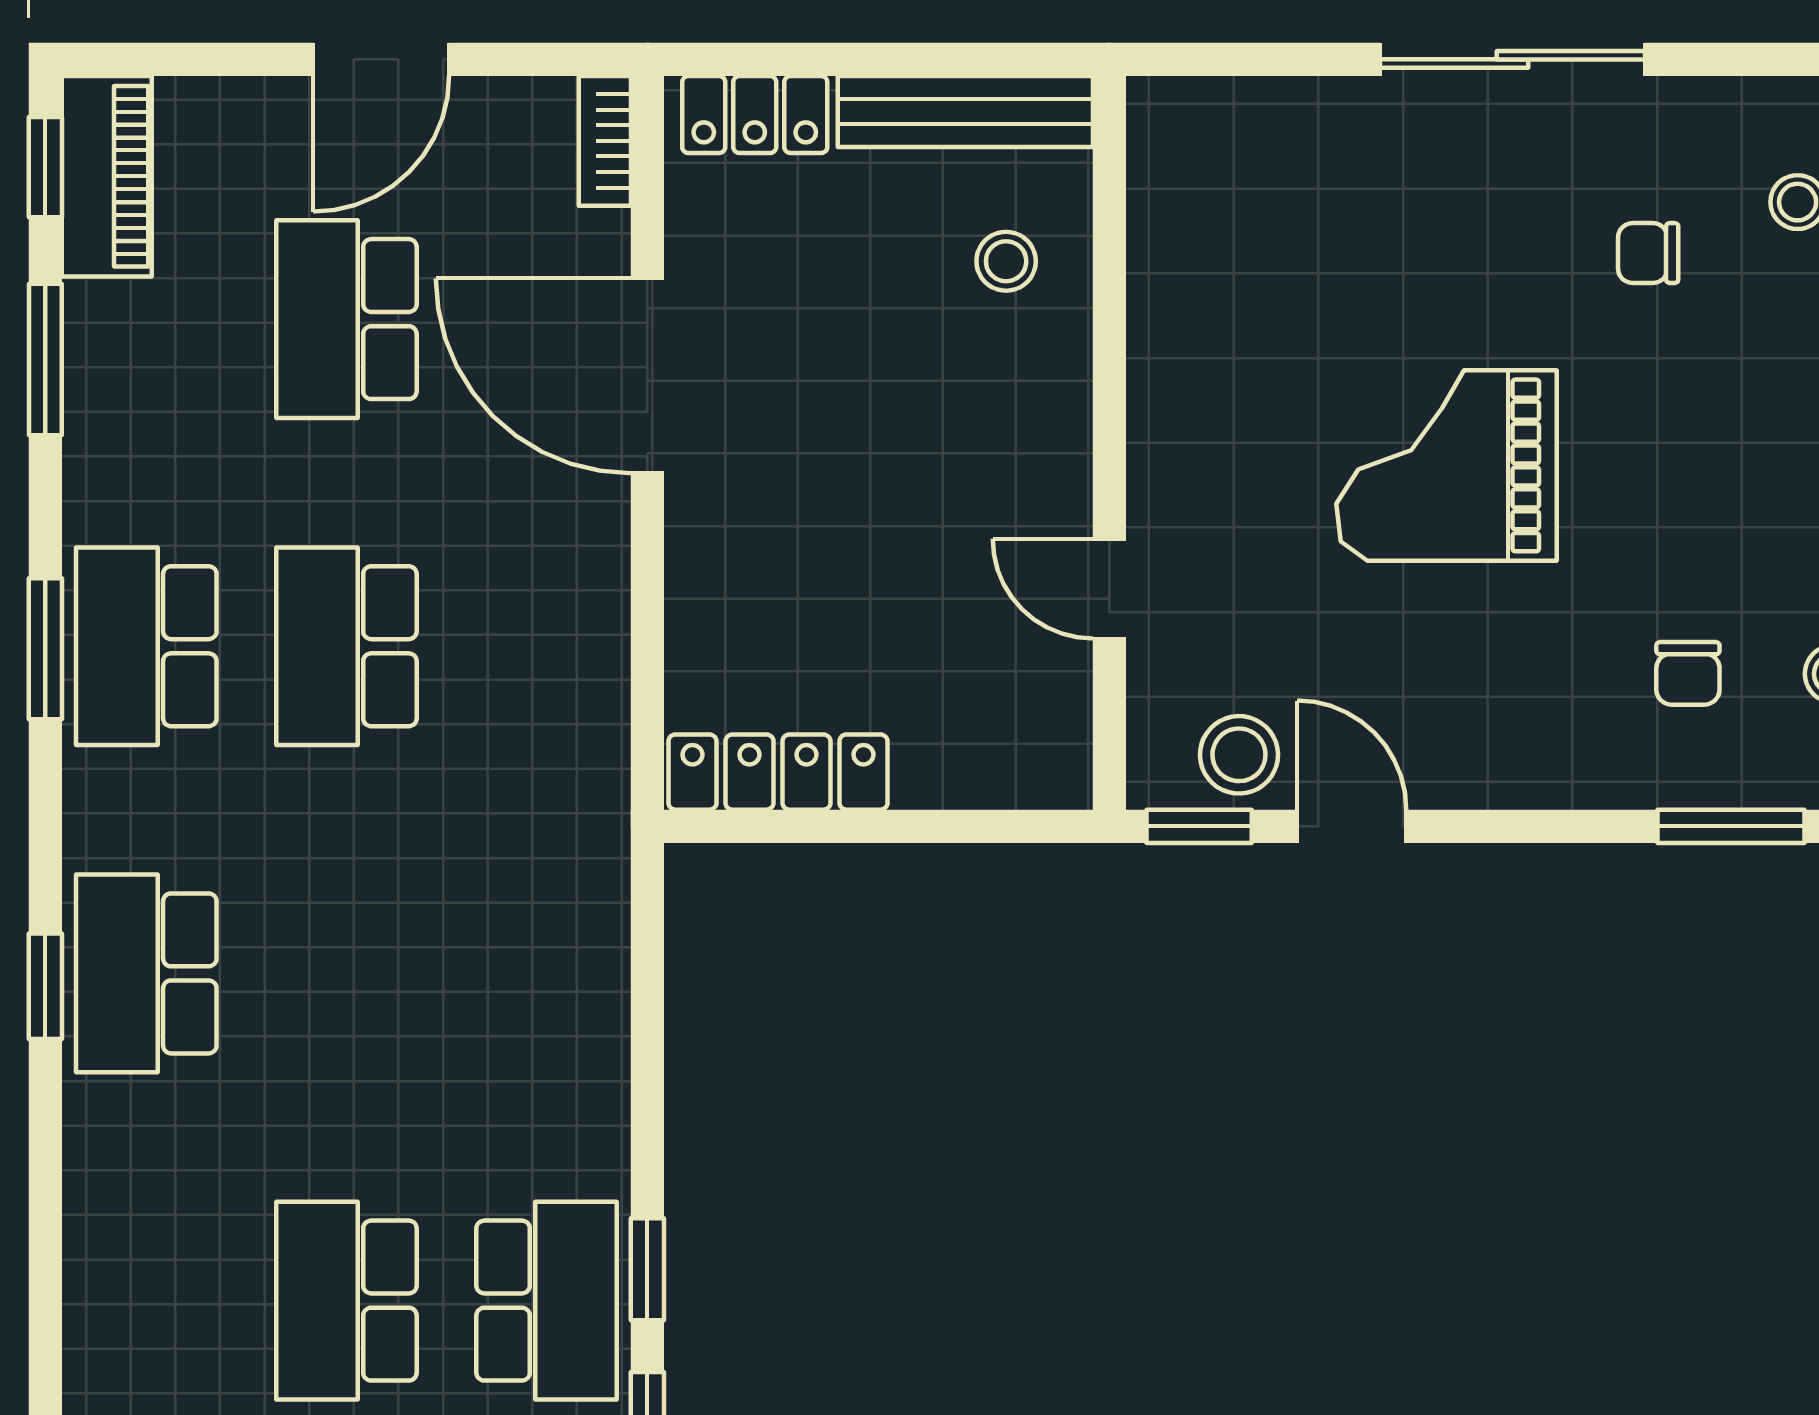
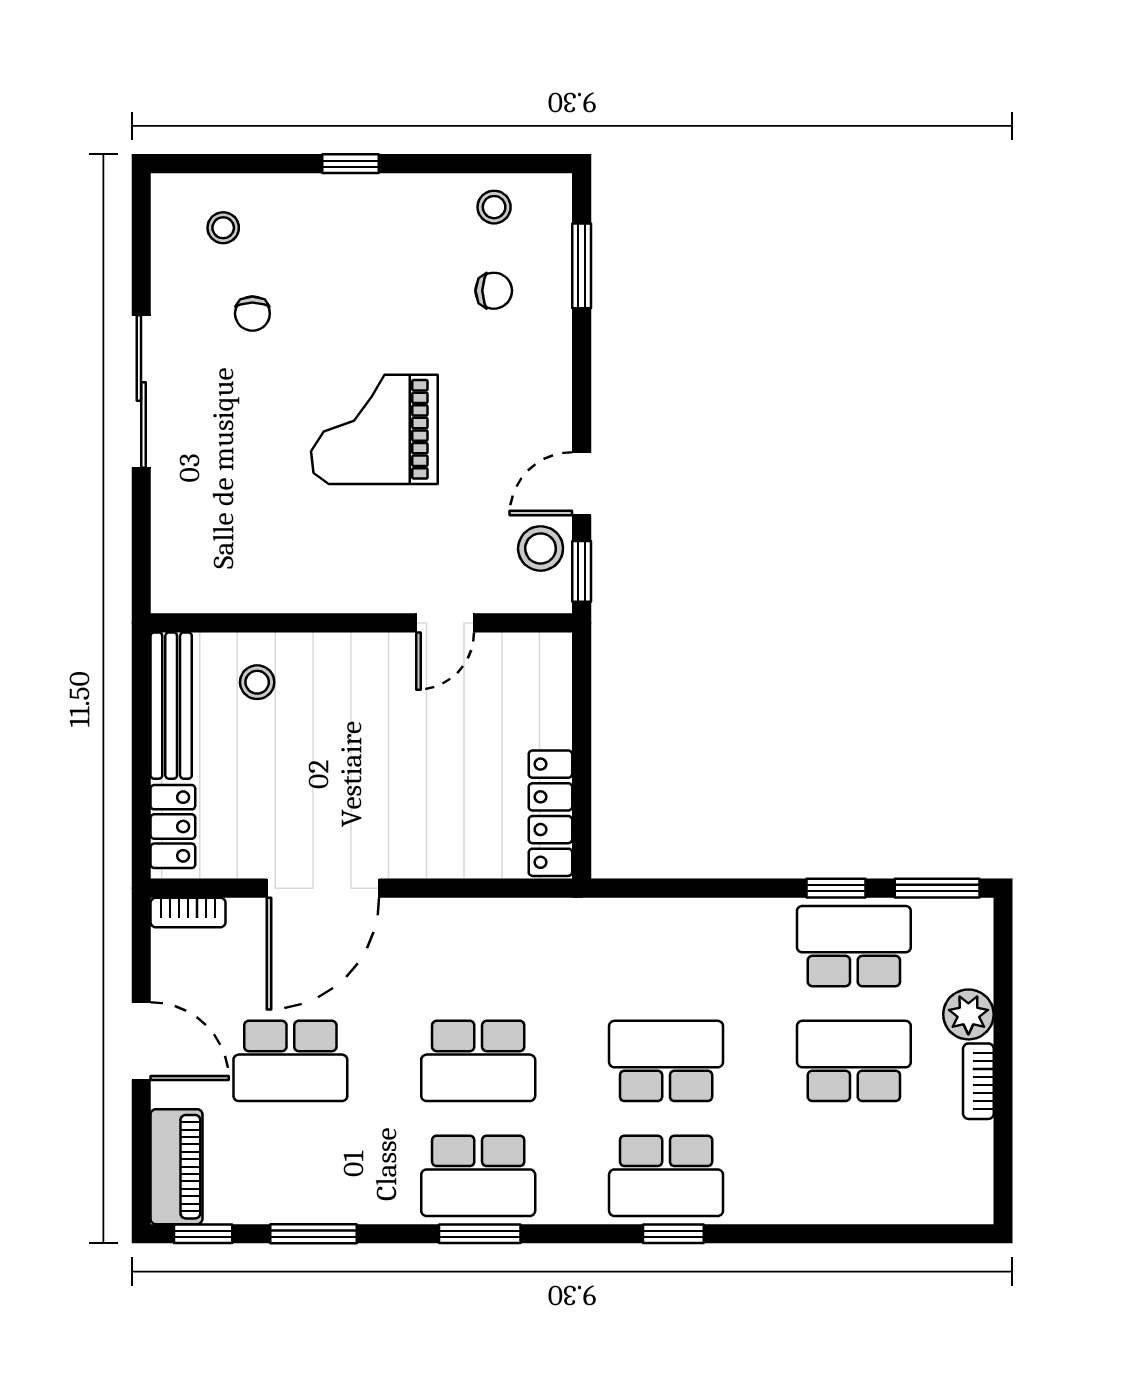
piano: (107, 176) -> (176, 1167), moved, turned 90
grand piano: (1447, 465) -> (374, 429), turned 90
school desk: (346, 973) -> (666, 1061), added
school desk: (346, 1301) -> (854, 1061), turned 180

